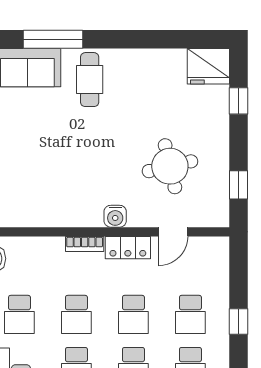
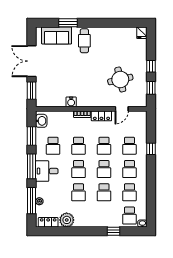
window: (53, 39) -> (68, 23), width x0.69
fridge: (208, 66) -> (142, 33), width x0.53, depth x0.75
window: (239, 101) -> (151, 66), moved
water cooler: (115, 216) -> (71, 102), moved

